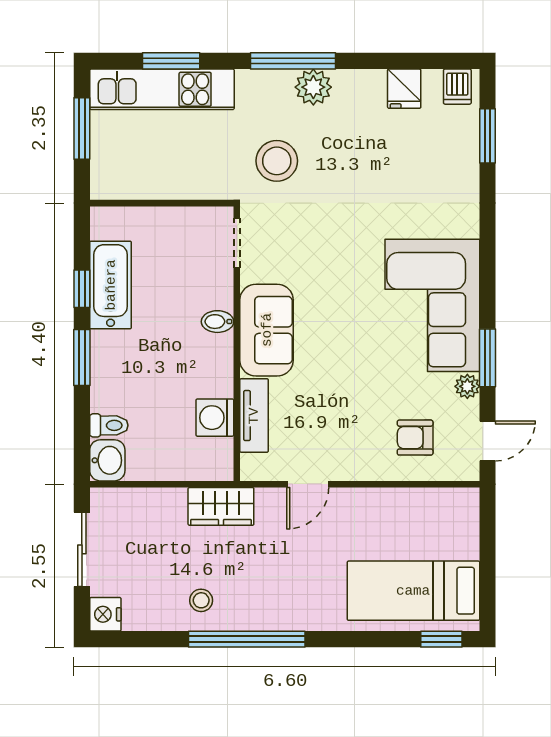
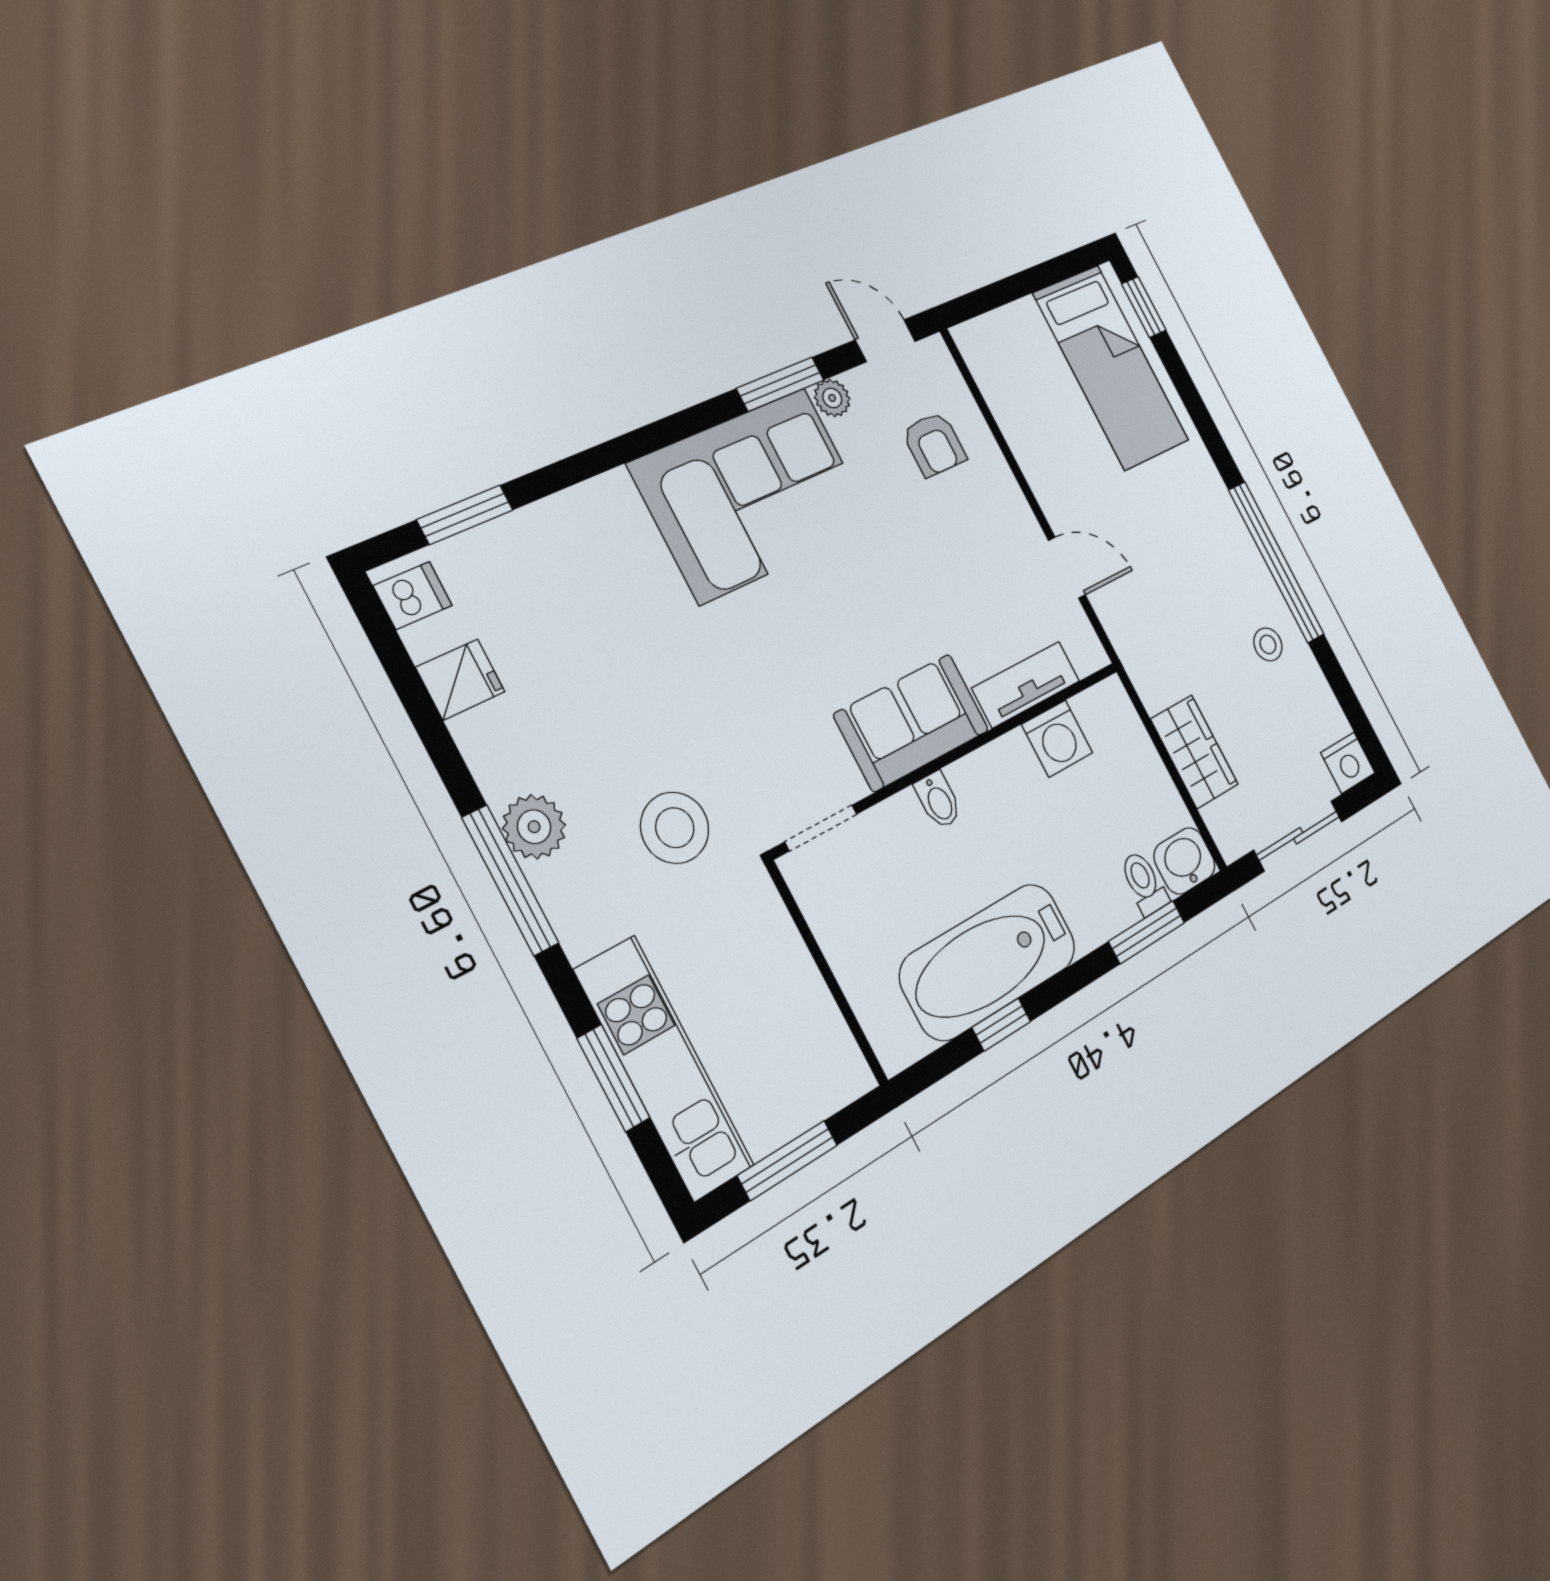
bathtub: (111, 285) -> (989, 961), width x1.36, depth x1.36
window: (82, 358) -> (1147, 932), moved
wardrobe: (221, 506) -> (1194, 752), moved

